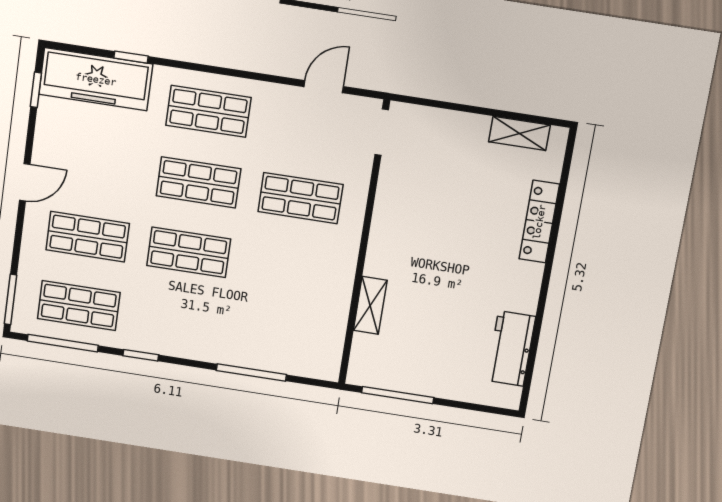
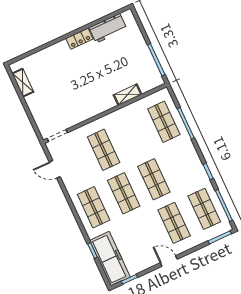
locker: (539, 222) -> (79, 39), moved, width x0.66
shop shelf: (279, 337) -> (164, 122), added

